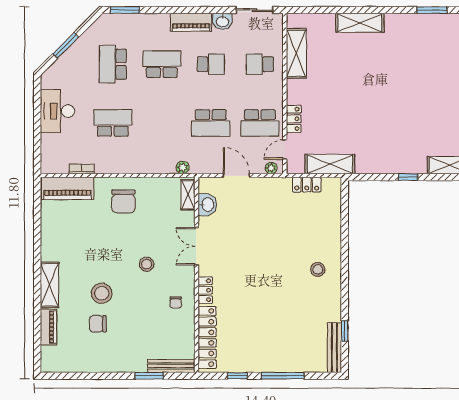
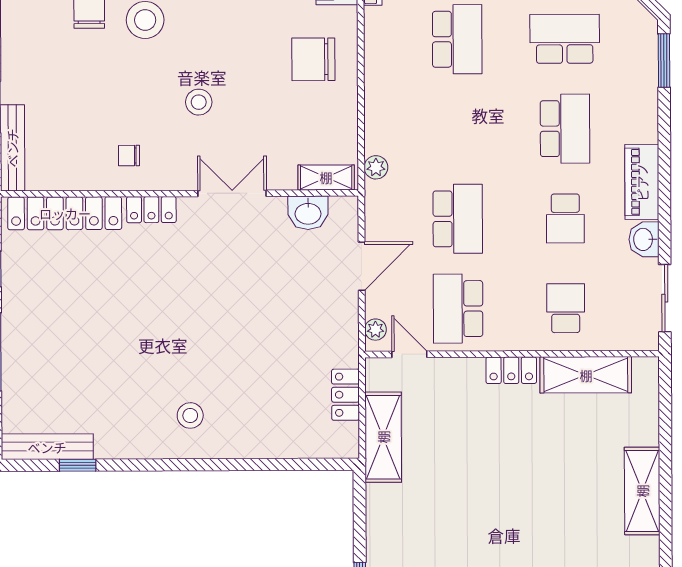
locker: (294, 119) -> (511, 370), moved
school desk: (211, 123) -> (458, 219), turned 180

